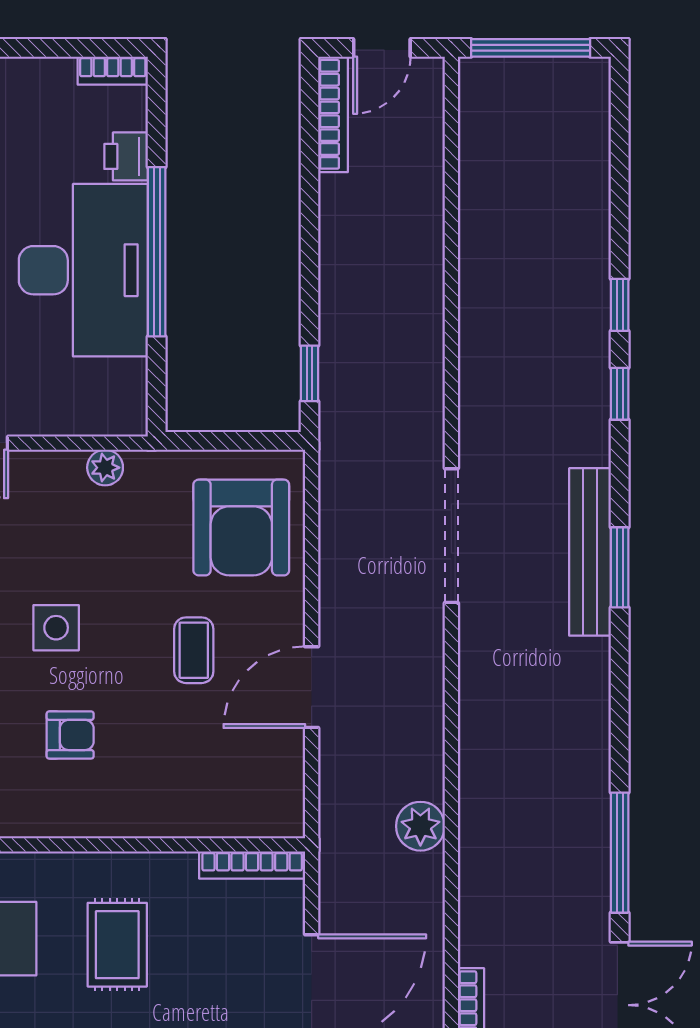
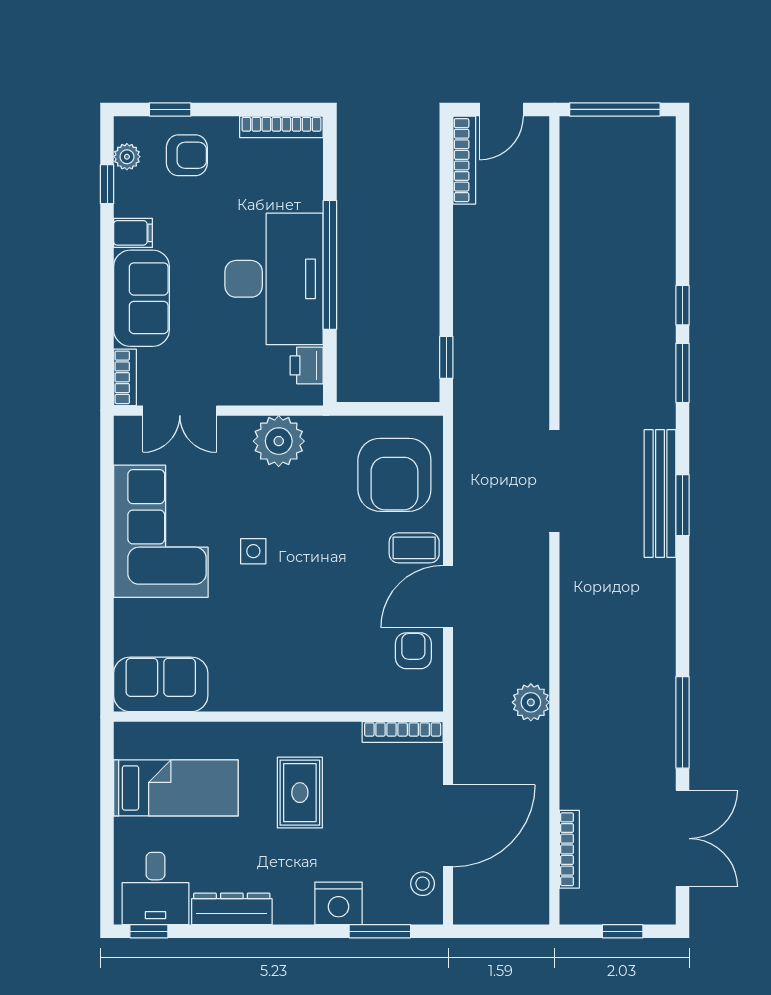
bookcase: (113, 71) -> (281, 127), width x1.56
printer: (126, 156) -> (307, 365), moved
window: (620, 394) -> (683, 373), width x1.50
plant: (105, 468) -> (279, 441), width x1.87, depth x1.87
side table: (56, 628) -> (253, 551), width x0.73, depth x0.73
coffee table: (194, 650) -> (414, 548), moved, turned 90
armchair: (70, 735) -> (413, 651), moved, turned -90

